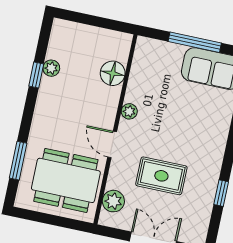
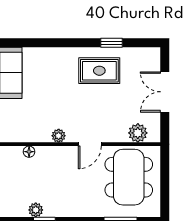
floor lamp: (113, 73) -> (29, 152), width x0.53, depth x0.53
rug: (161, 176) -> (99, 71), moved, turned 90

